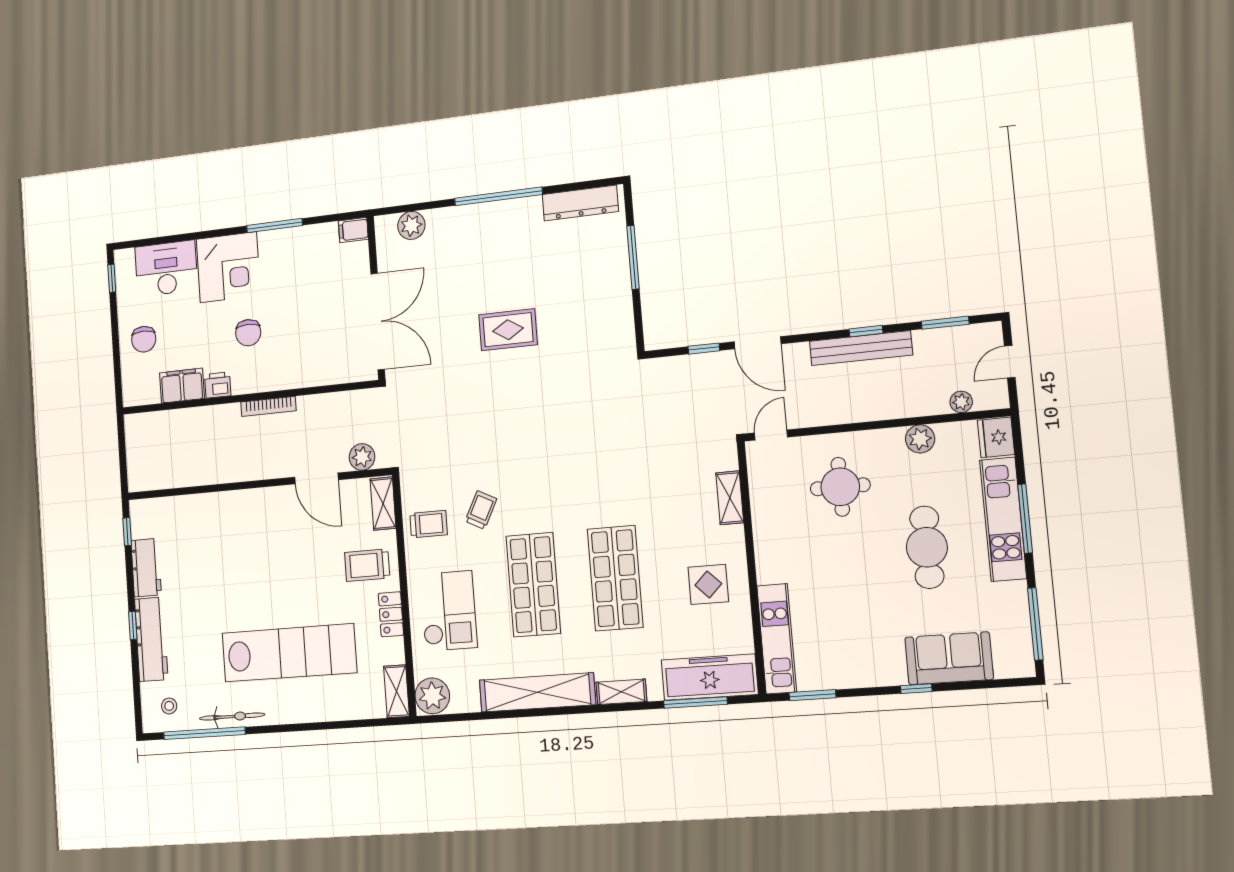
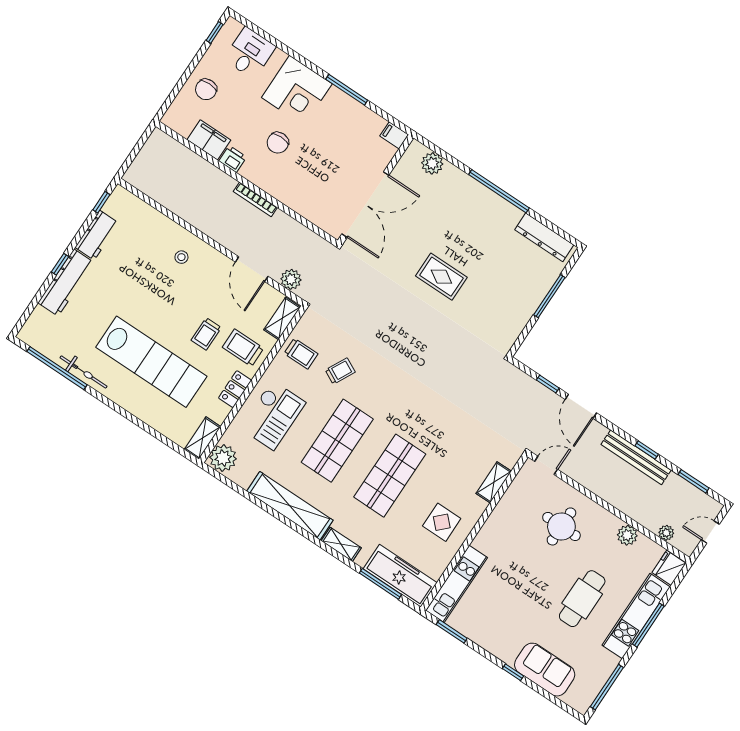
desk: (166, 268) -> (250, 53), width x0.73
trolley: (321, 581) -> (206, 334), added
stool: (169, 706) -> (181, 257), moved

